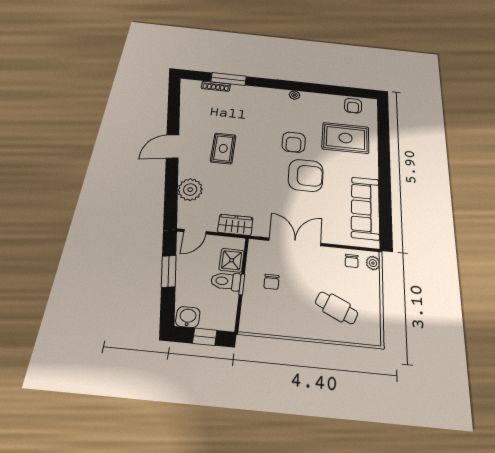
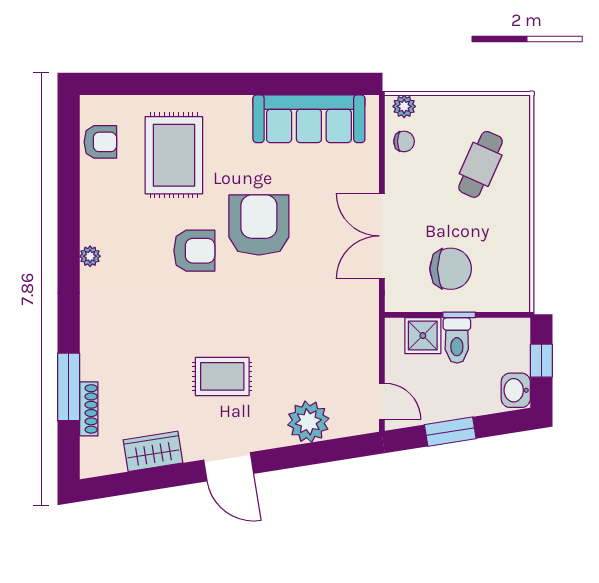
wardrobe: (235, 225) -> (153, 451), moved, turned 81
chair: (271, 282) -> (451, 269), width x1.87, depth x1.87

